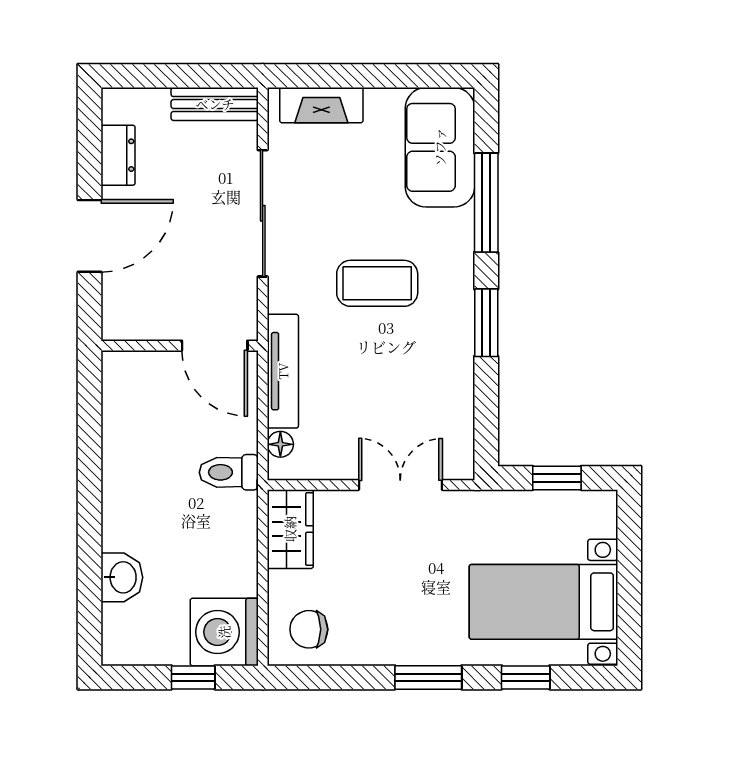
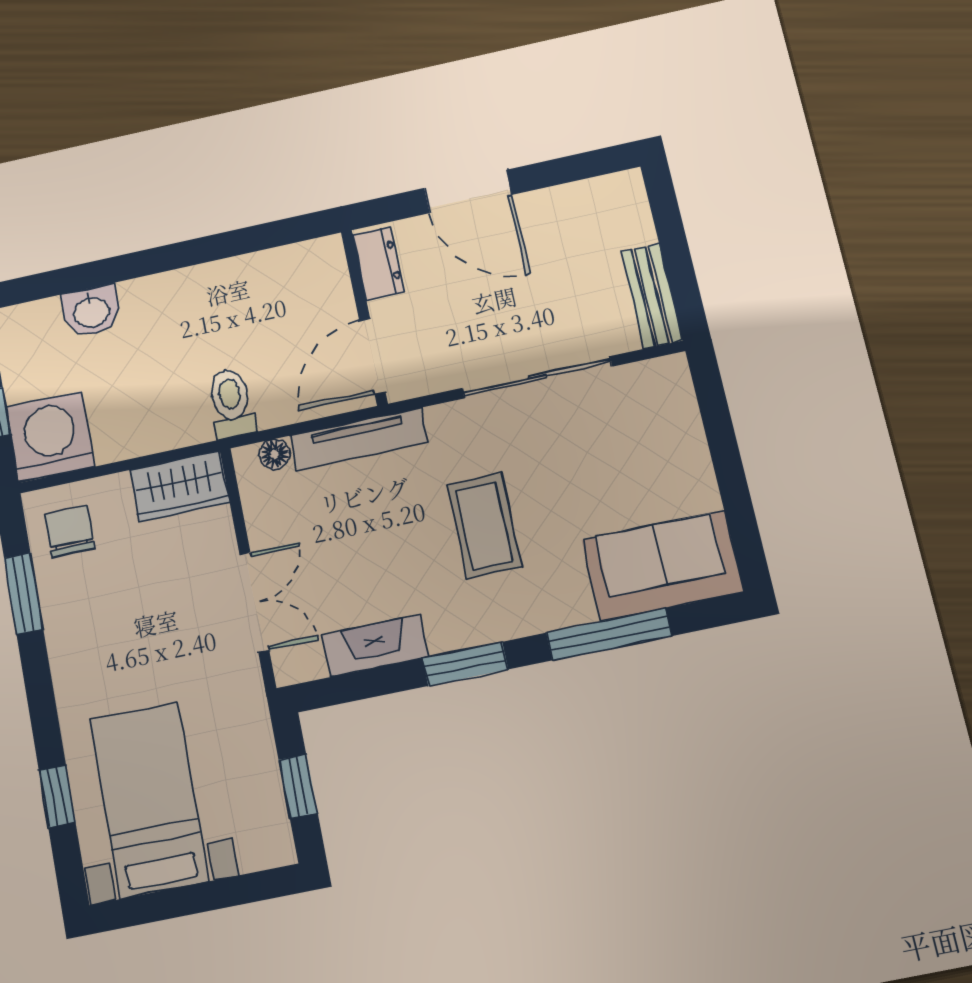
fireplace: (321, 105) -> (376, 646), moved, turned 90
dresser: (118, 155) -> (378, 263), moved, turned -90
window: (428, 677) -> (24, 594), moved

